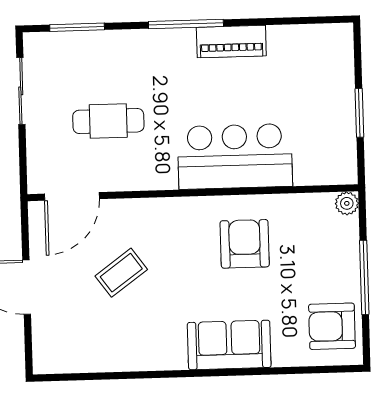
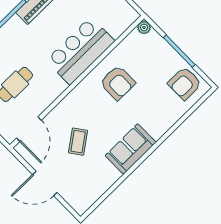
armchair: (245, 244) -> (118, 83), turned 180
sofa: (229, 345) -> (131, 149), moved

